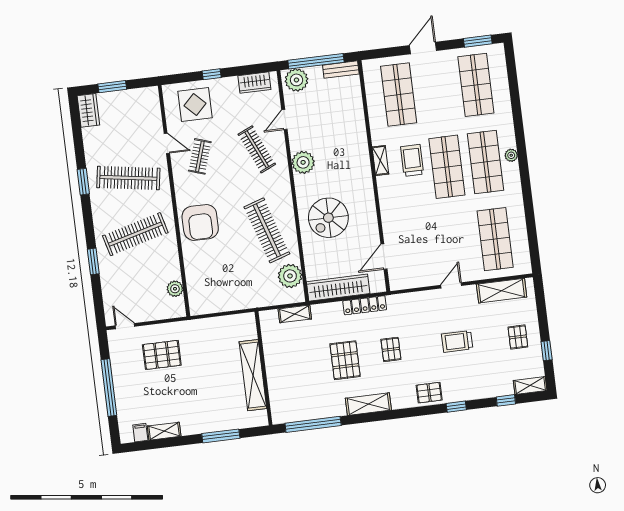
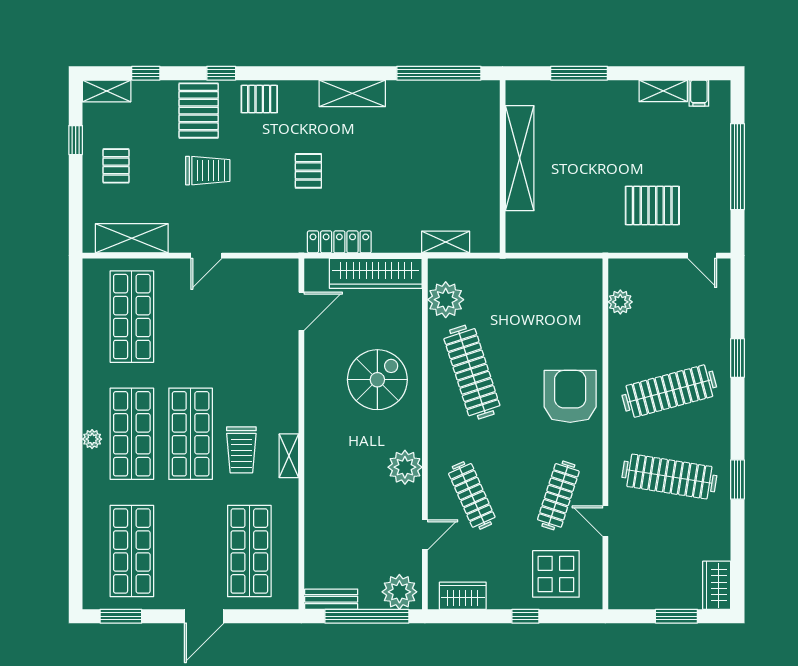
clothes rail: (200, 156) -> (558, 495), width x1.36
pallet: (345, 360) -> (199, 111), moved

